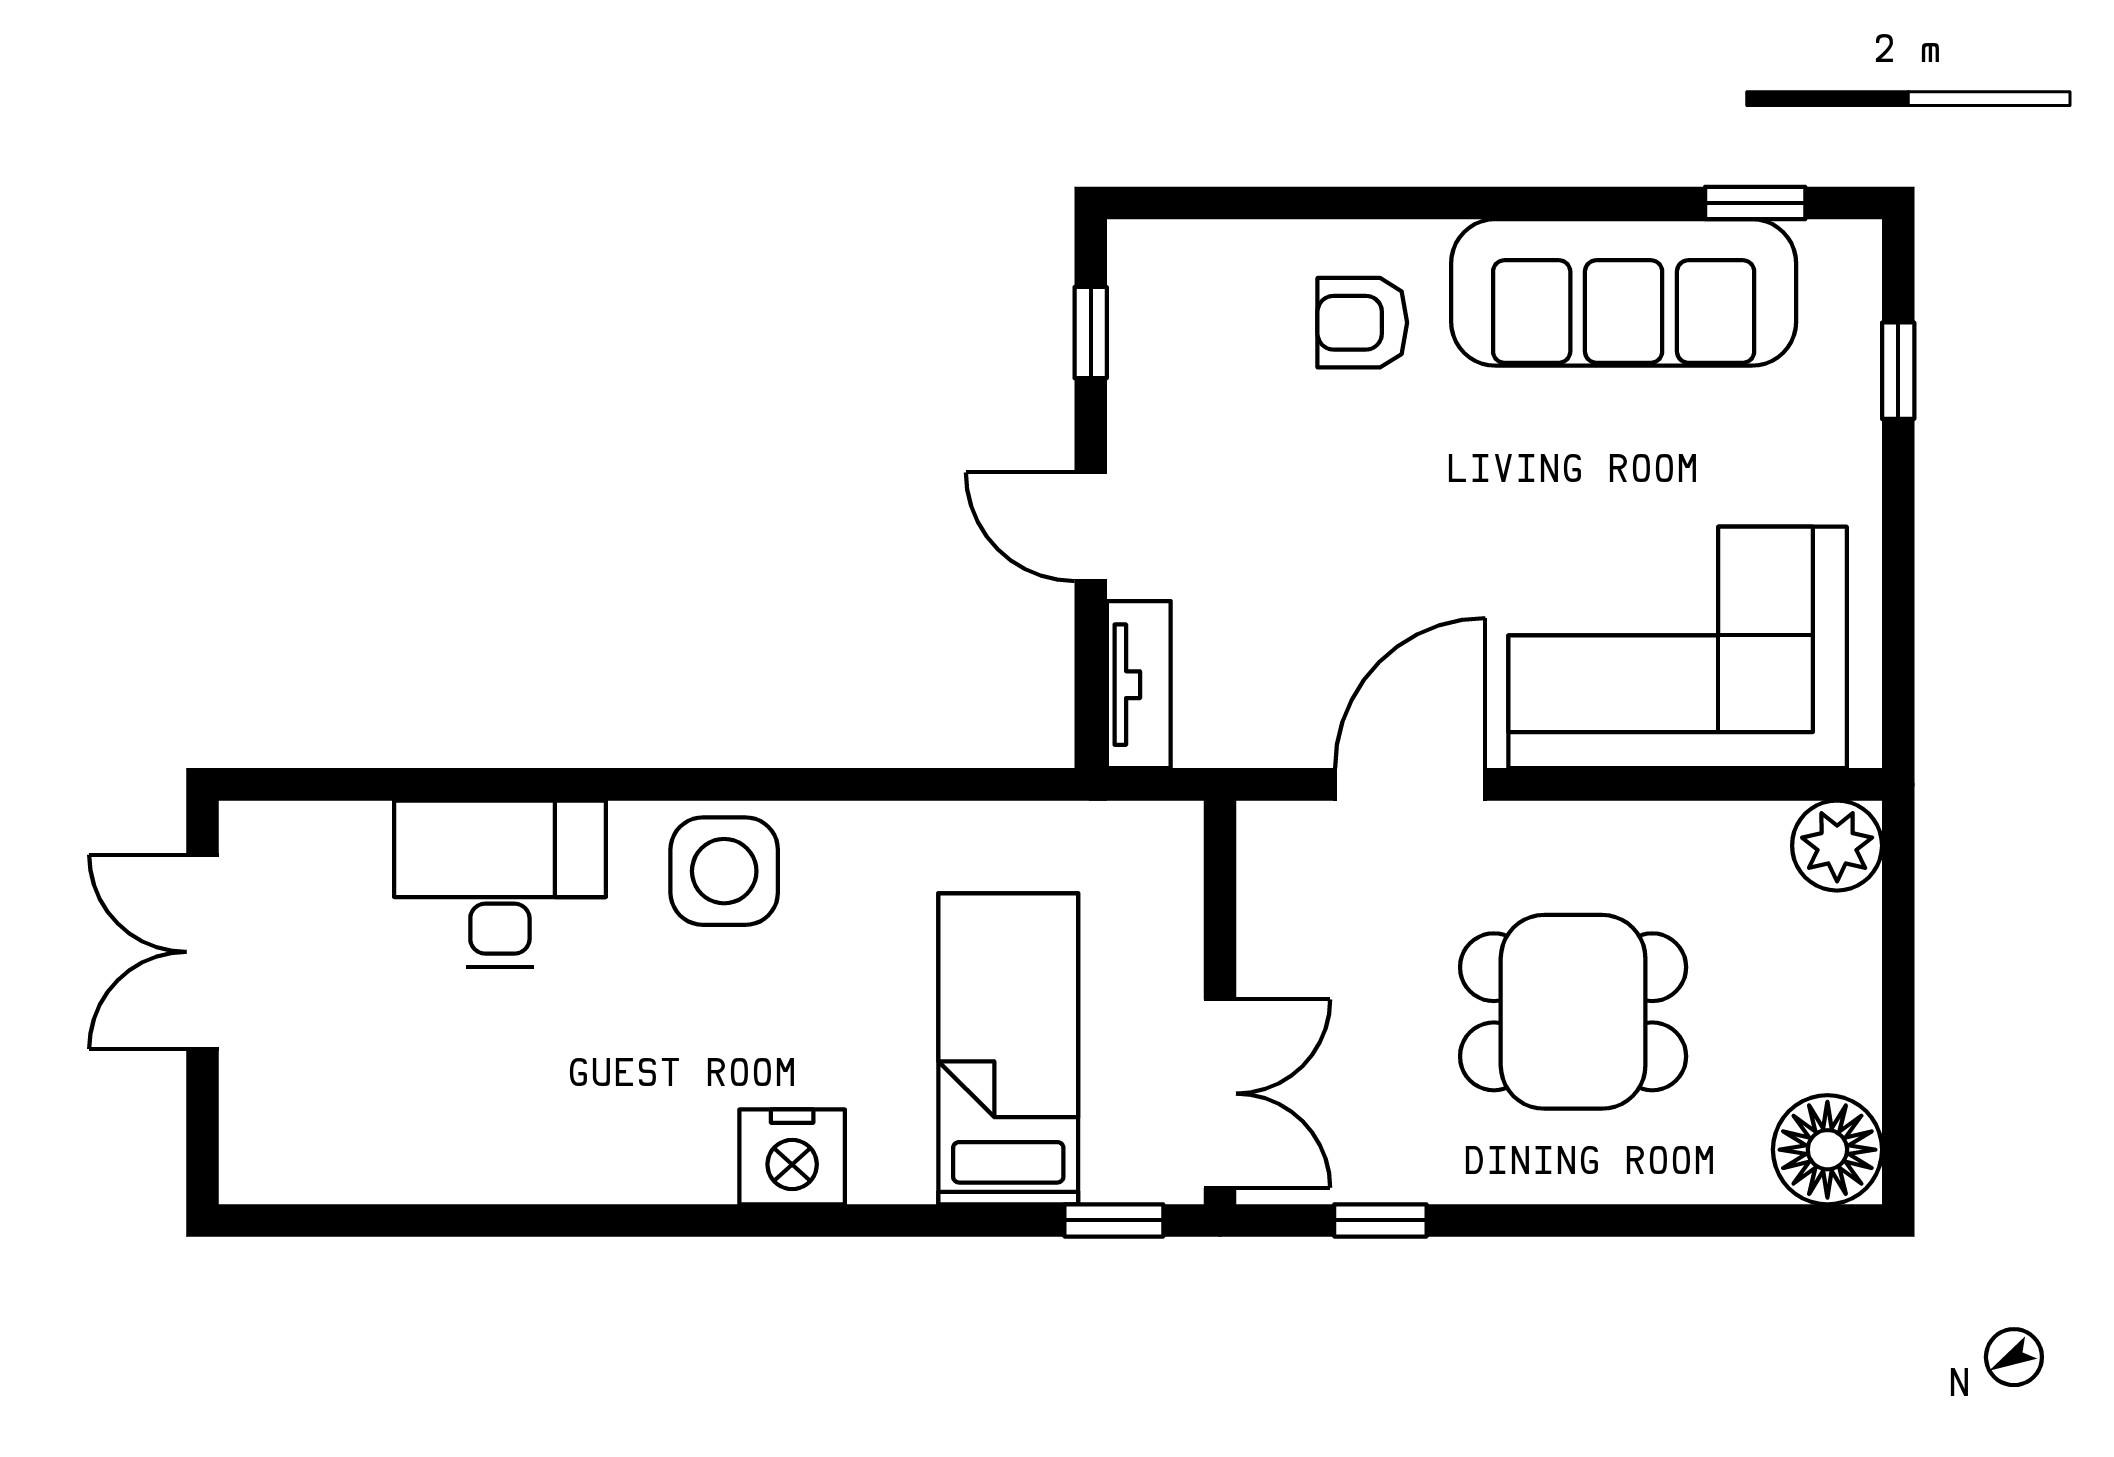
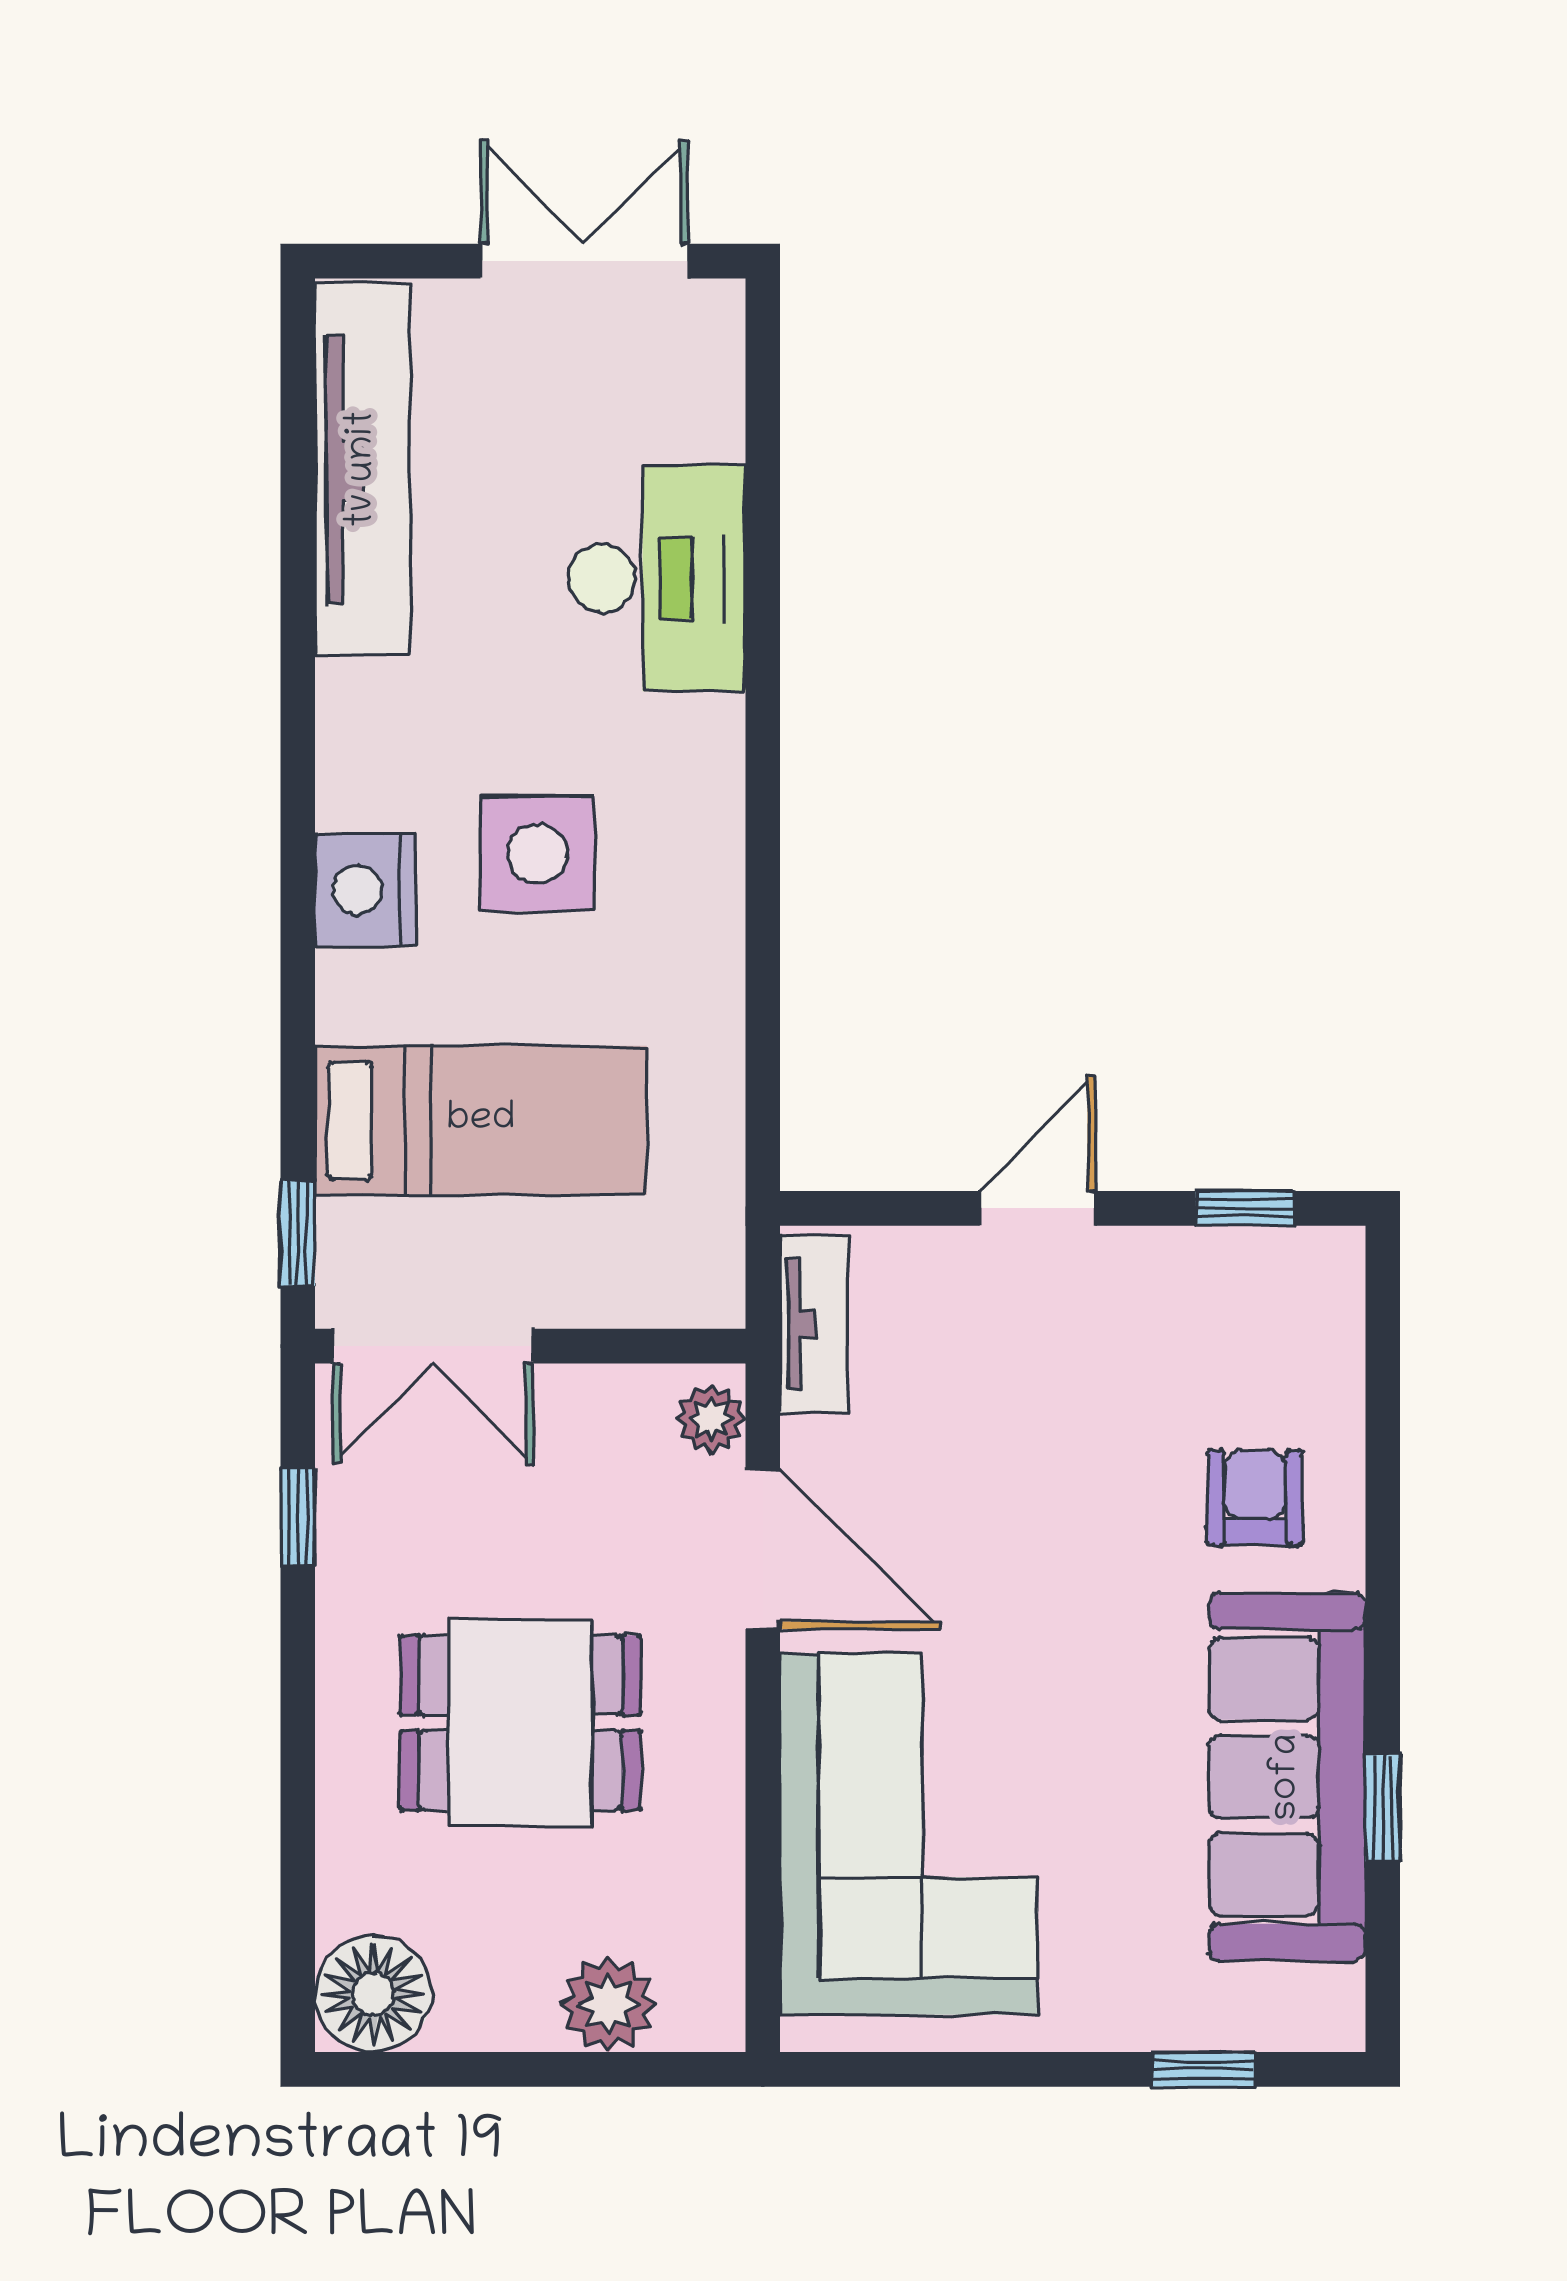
window: (1755, 203) -> (1383, 1808), moved
tv unit: (1139, 685) -> (814, 1324), moved, turned -90
plant: (1288, 833) -> (711, 1419), added
plant: (1837, 846) -> (609, 2004), moved
side table: (724, 871) -> (537, 854), moved
dining table: (1573, 1012) -> (520, 1723), turned 90
tv unit: (398, 1160) -> (363, 469), added

